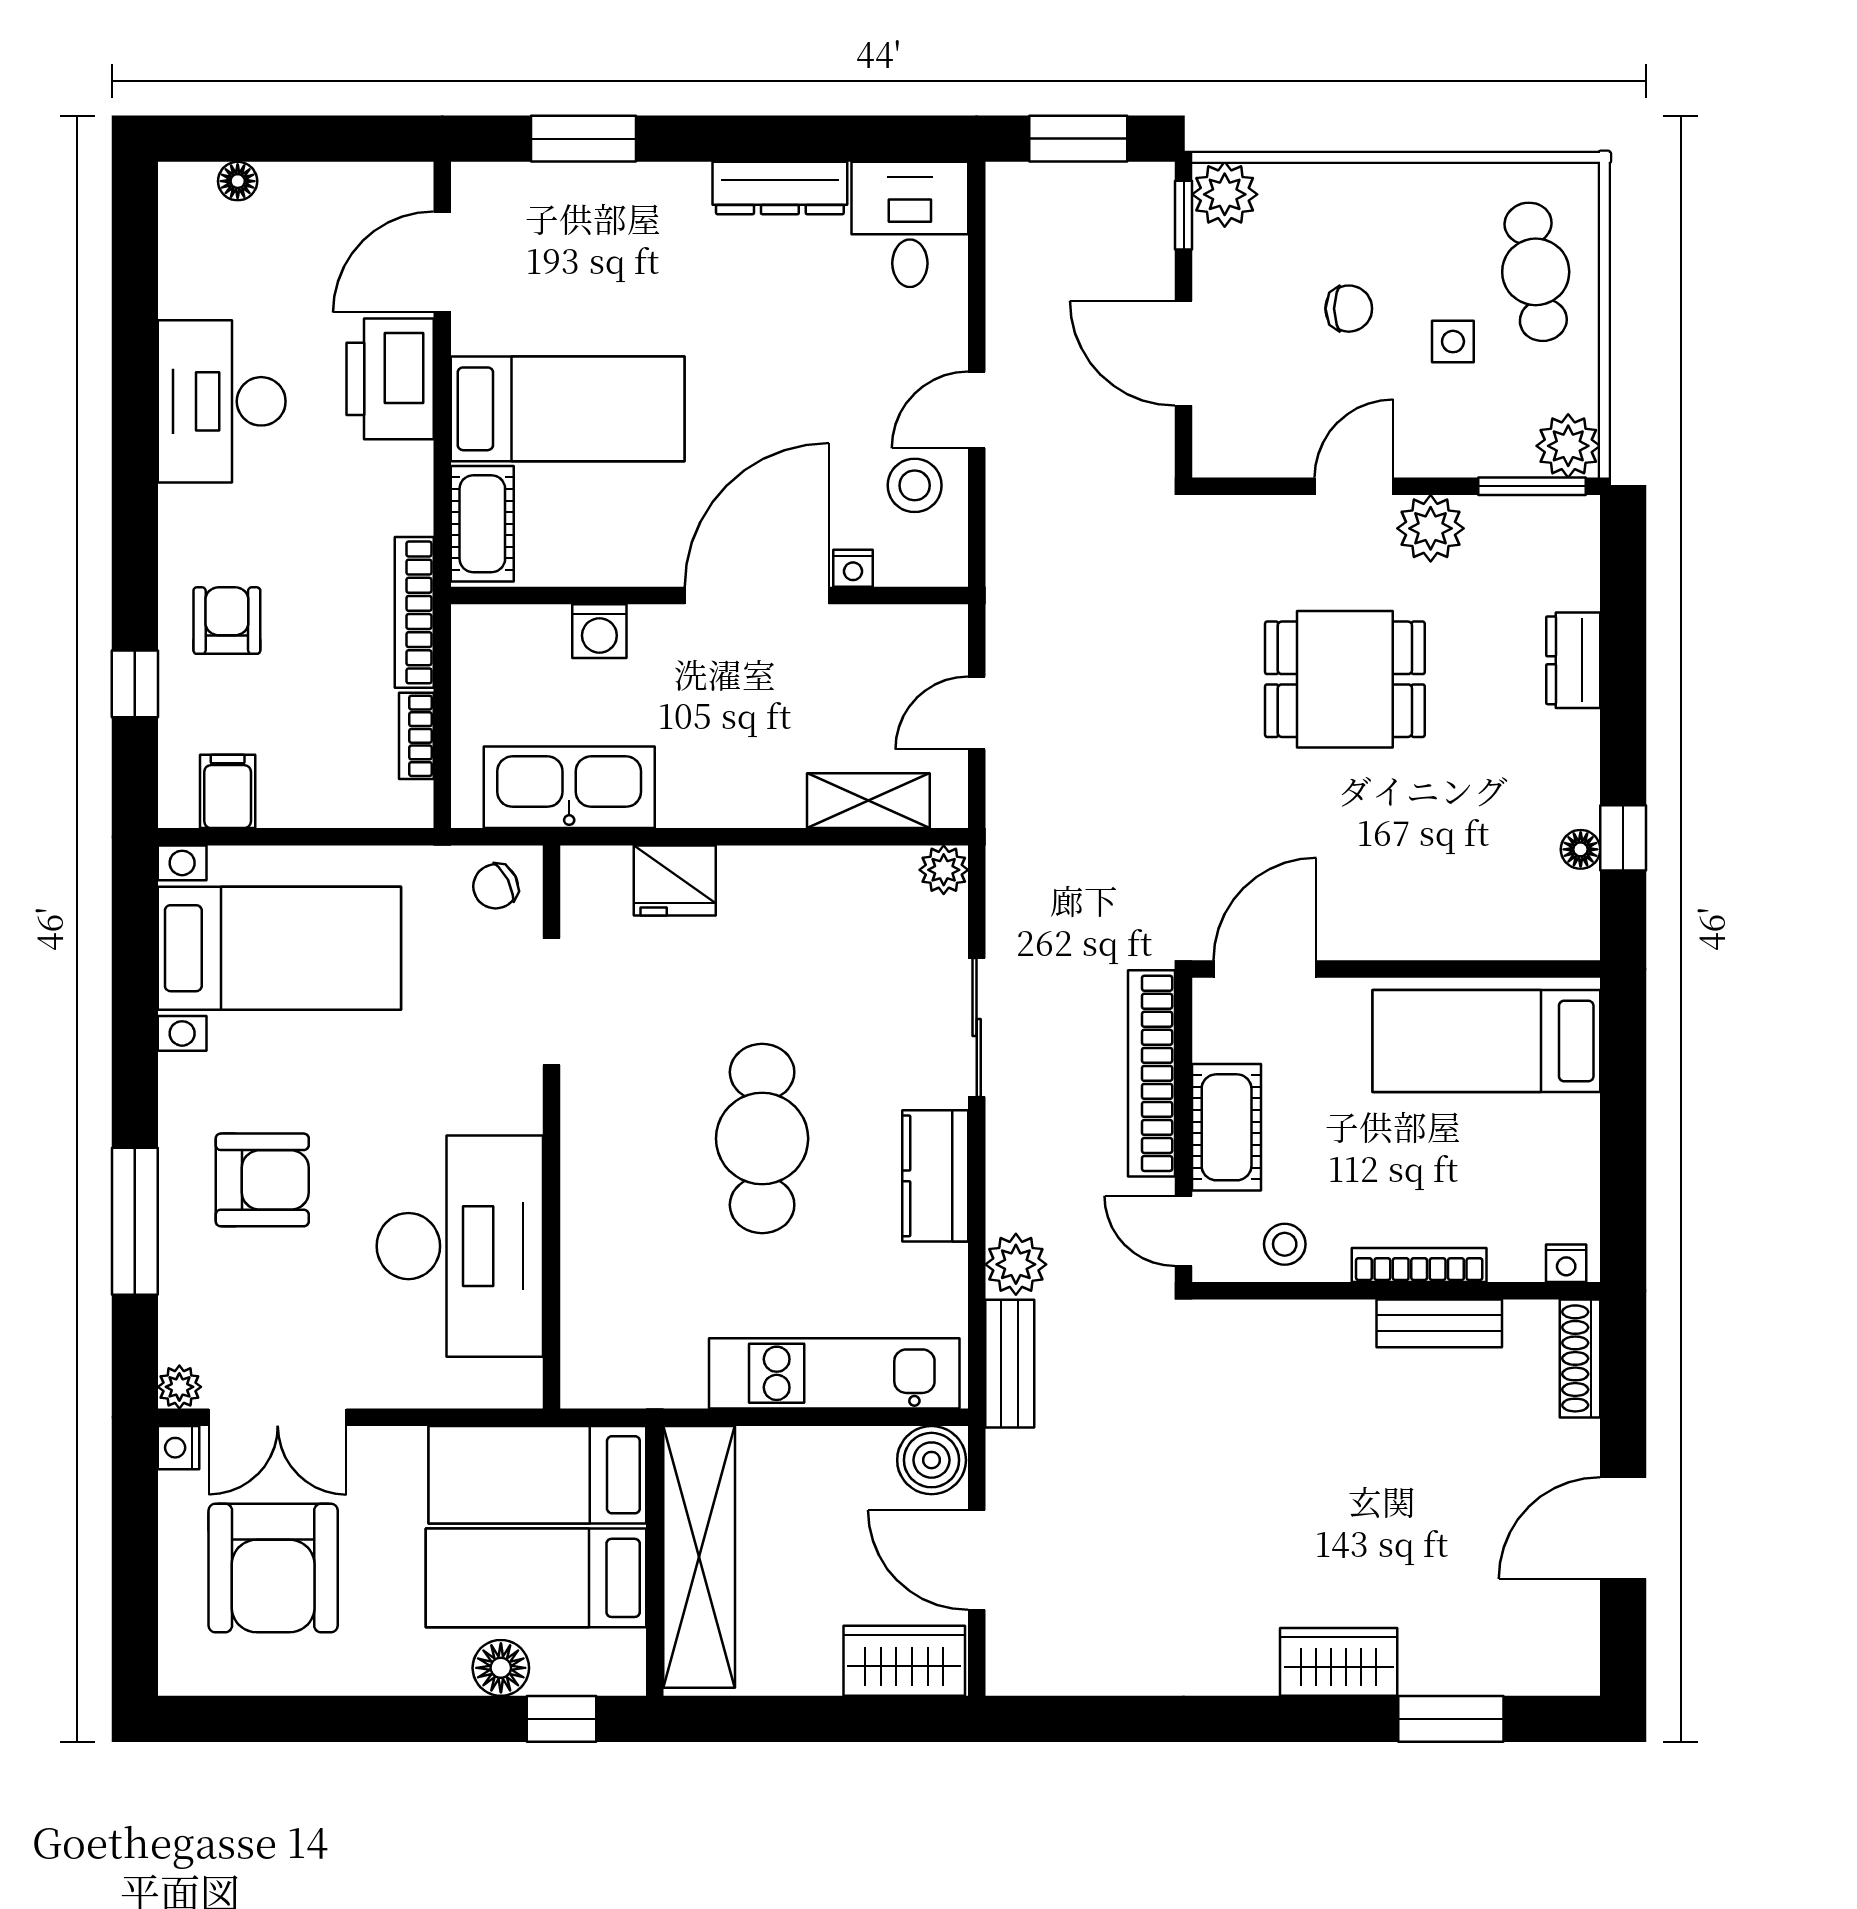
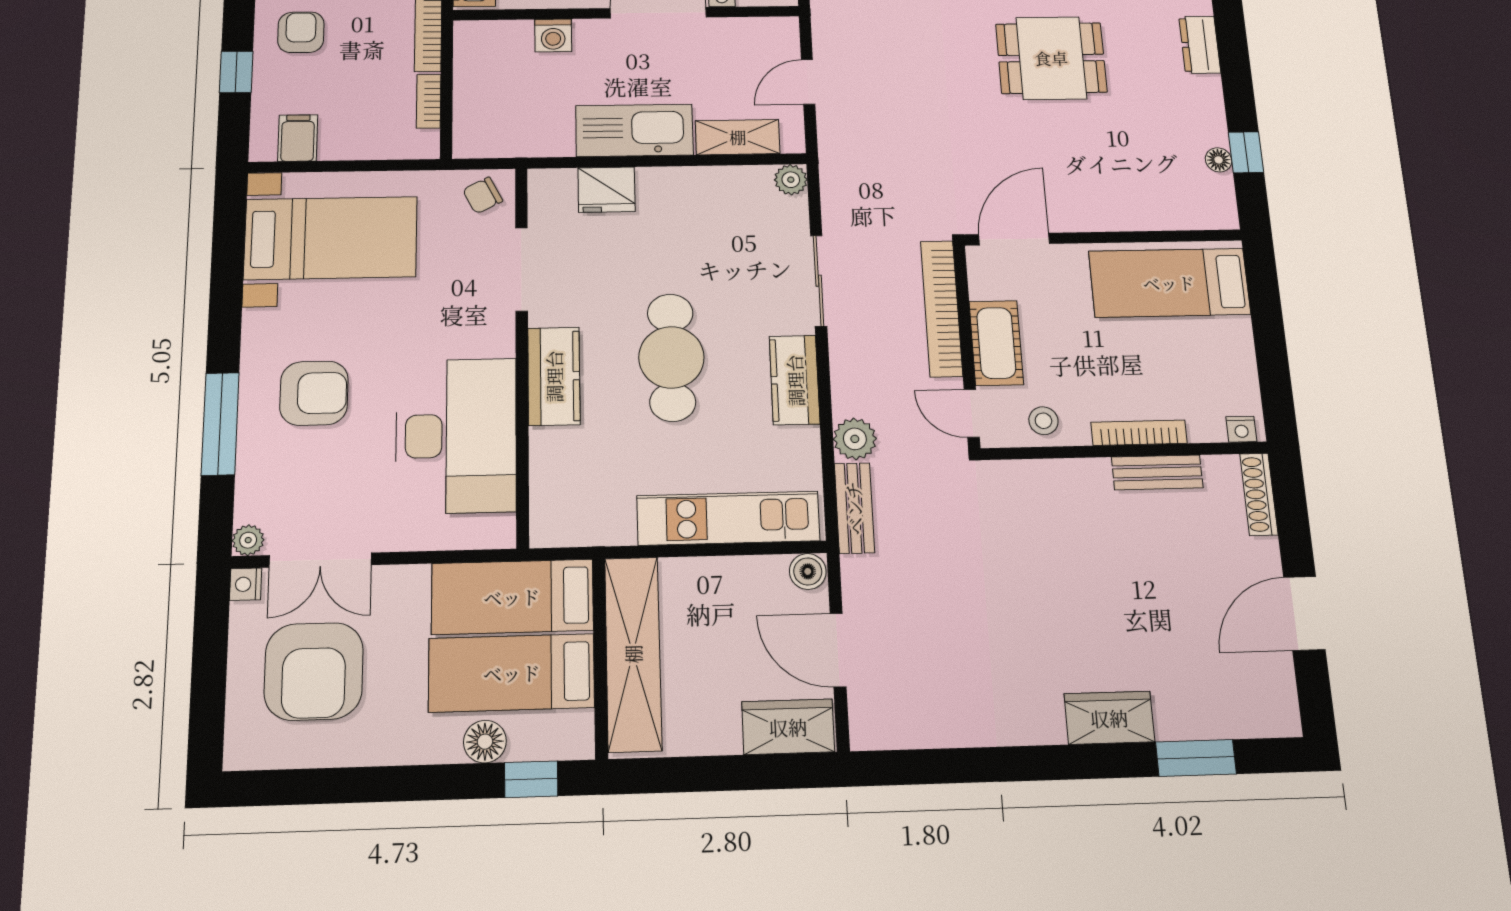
kitchen sink: (569, 787) -> (634, 130), moved
kitchen counter: (596, 1163) -> (554, 376), added
boiler: (932, 1460) -> (808, 571), width x0.73, depth x0.73

